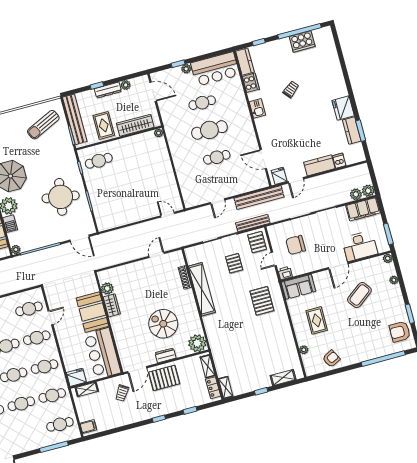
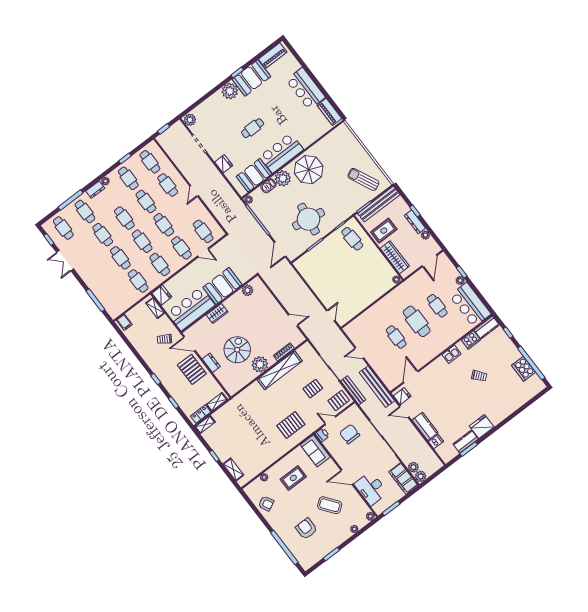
wardrobe: (112, 305) -> (217, 313), moved
armchair: (400, 332) -> (306, 529), moved
plant: (197, 343) -> (260, 364), moved
cafe table: (60, 424) -> (116, 298), removed

